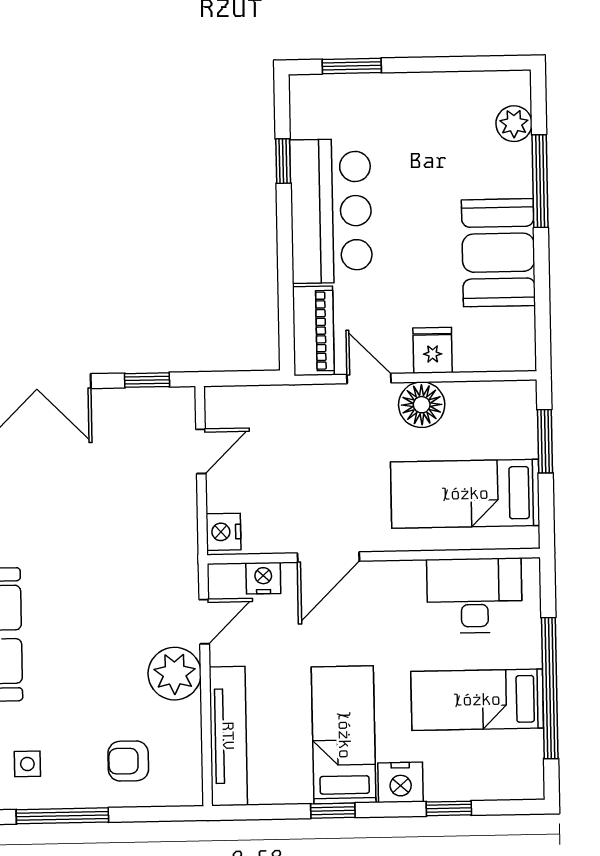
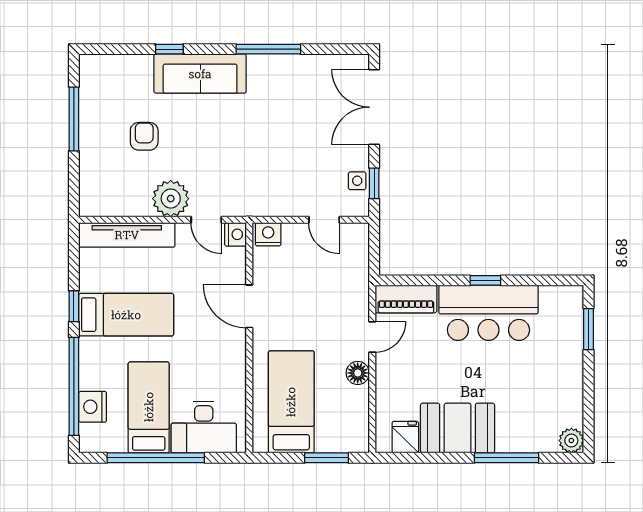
plant: (514, 124) -> (571, 441), moved
window: (283, 161) -> (485, 280), moved
fridge: (433, 350) -> (405, 437), moved, turned -90
floor lamp: (422, 405) -> (358, 373), width x0.73, depth x0.73
nightstand: (263, 578) -> (236, 234), moved
desk: (474, 596) -> (204, 427), moved, turned 90
armchair: (128, 761) -> (144, 136), moved
side table: (27, 764) -> (357, 181), moved
nightstand: (401, 782) -> (93, 407), moved
window: (449, 808) -> (74, 386), width x3.17

